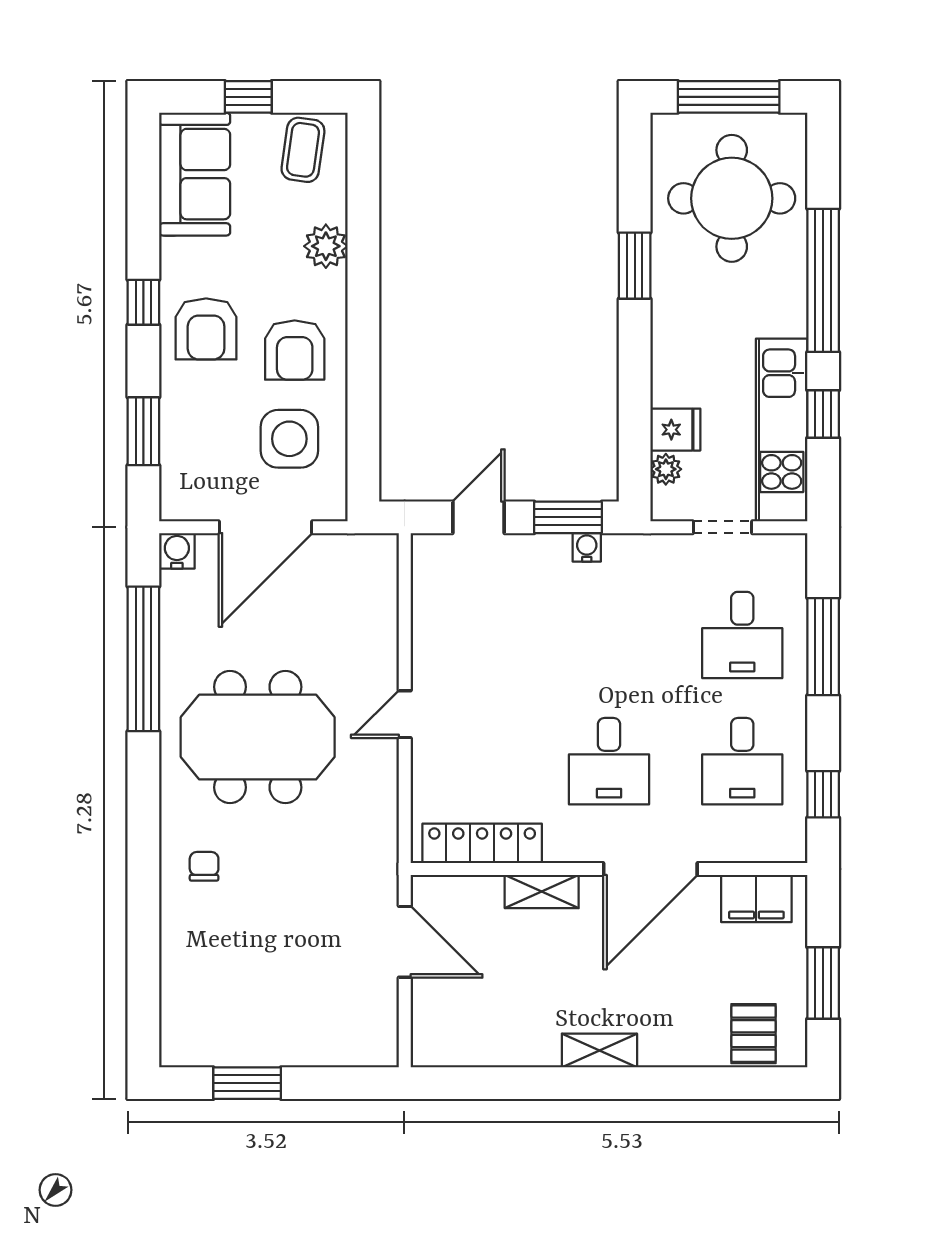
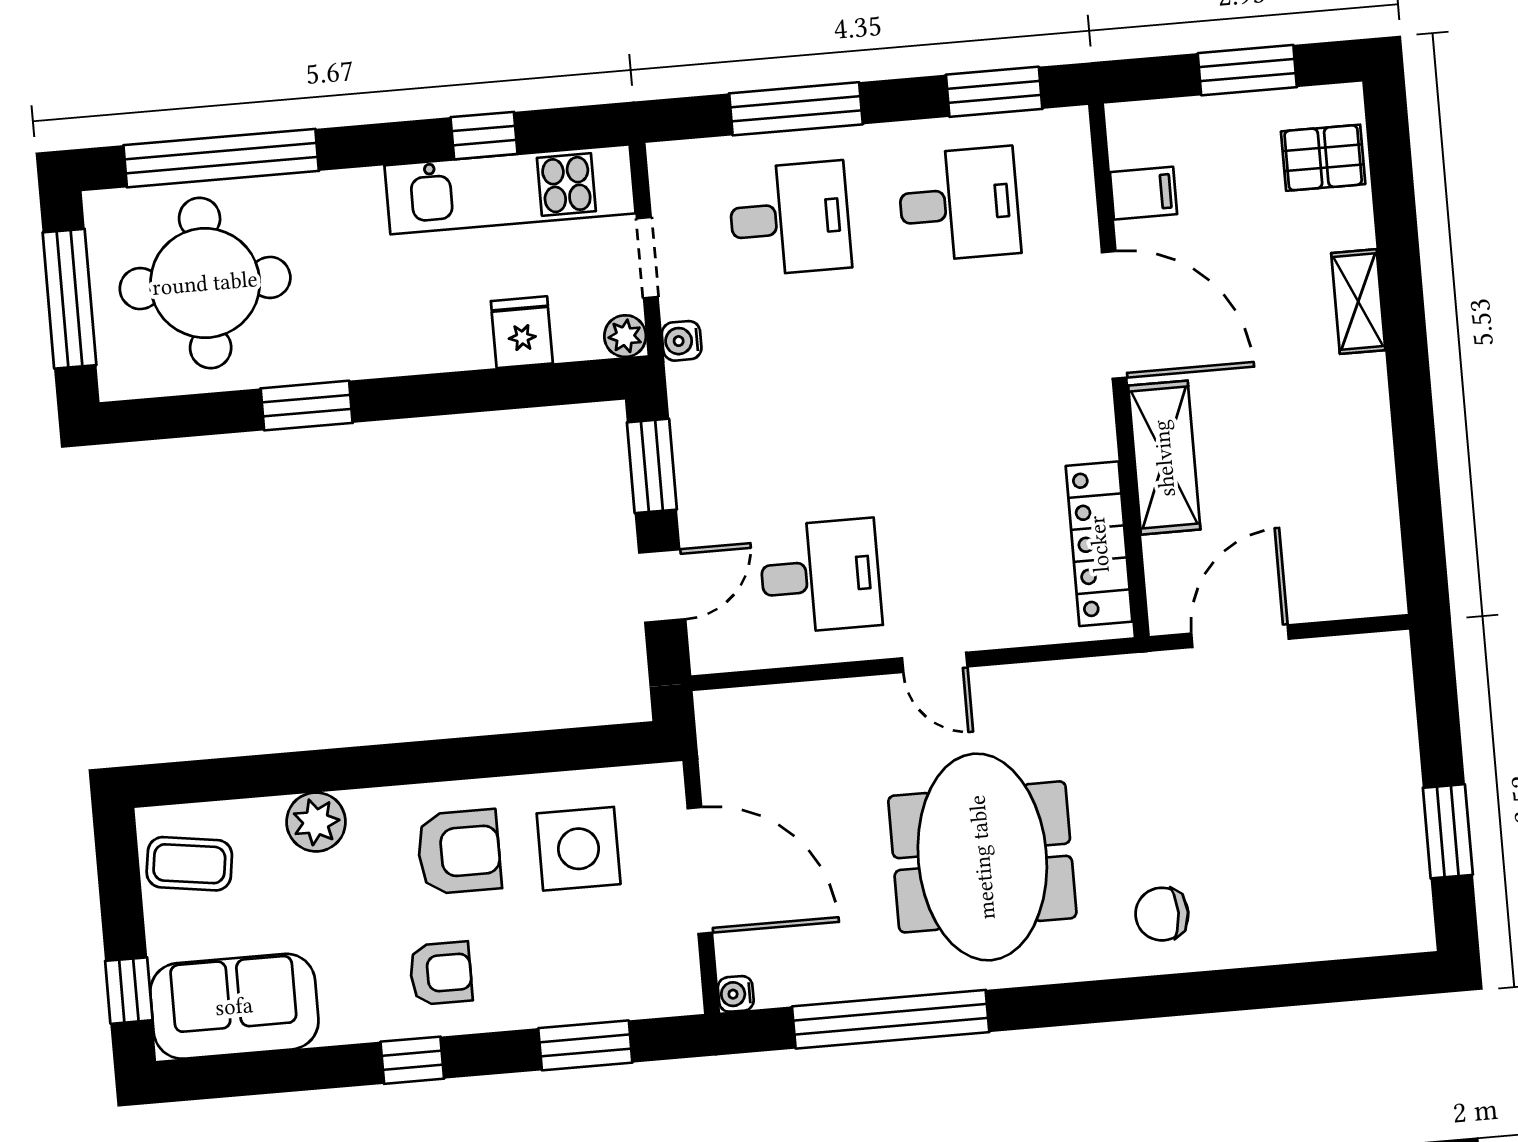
window: (248, 97) -> (129, 991), moved
window: (823, 280) -> (221, 158), moved
armchair: (206, 329) -> (441, 973), width x0.72, depth x0.72
plant: (666, 469) -> (625, 336), moved
door: (479, 517) -> (662, 586), swing flipped
water cooler: (587, 547) -> (682, 341), moved
water cooler: (177, 551) -> (736, 994), width x0.72, depth x0.72
desk: (609, 761) -> (820, 576), moved
window: (823, 794) -> (994, 92), width x1.50
chair: (204, 866) -> (1162, 914), width x1.37, depth x1.37
shelving: (542, 892) -> (1164, 458), width x1.50, depth x1.33
filing cabinet: (756, 898) -> (1144, 193), width x0.50
shelving: (599, 1050) -> (1358, 302), moved

